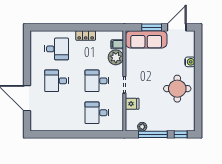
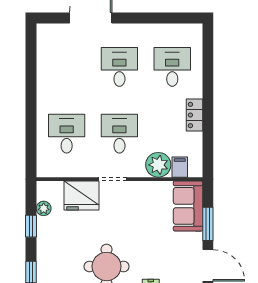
sofa: (146, 39) -> (188, 206), width x0.73
desk: (57, 49) -> (172, 67), turned 180
fridge: (132, 104) -> (82, 196), width x1.88, depth x1.34
window: (153, 134) -> (31, 226), width x0.46

